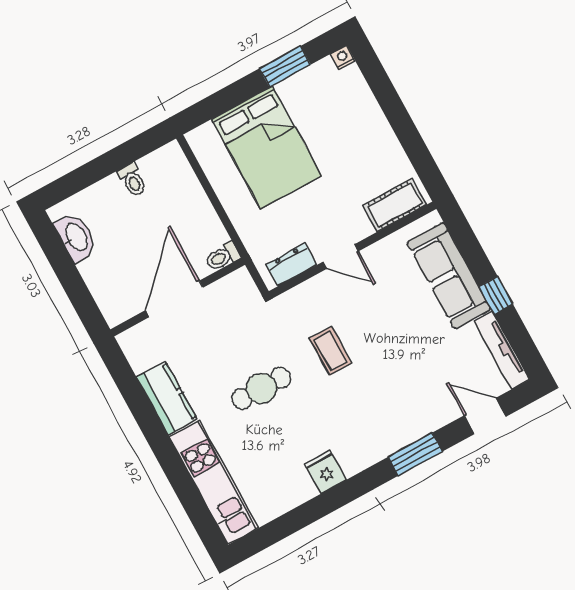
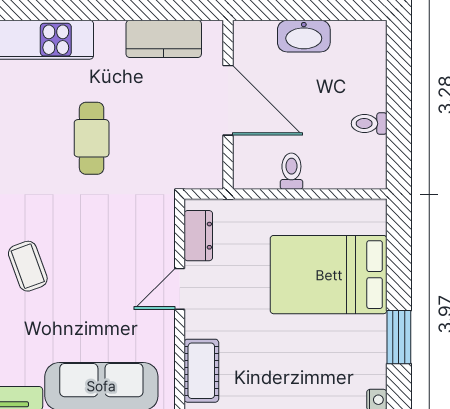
washbasin: (76, 237) -> (304, 36), moved
toilet: (222, 257) -> (291, 171), moved
coffee table: (330, 351) -> (28, 266), moved, turned 70
kitchen counter: (167, 398) -> (164, 39), moved

